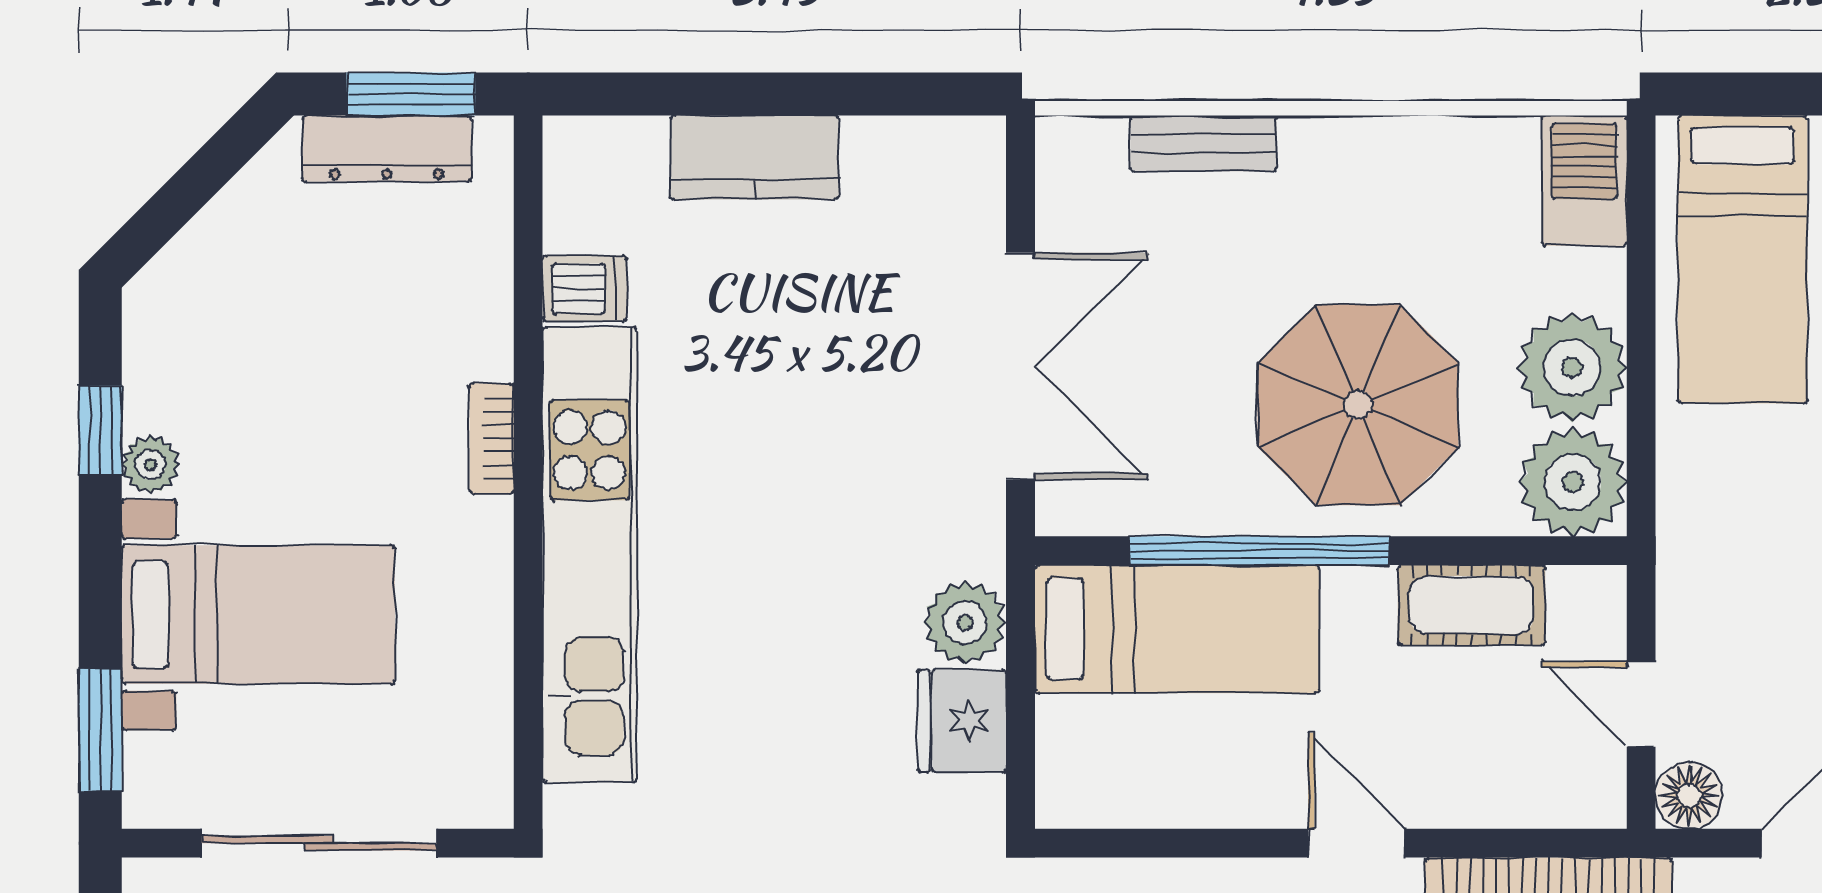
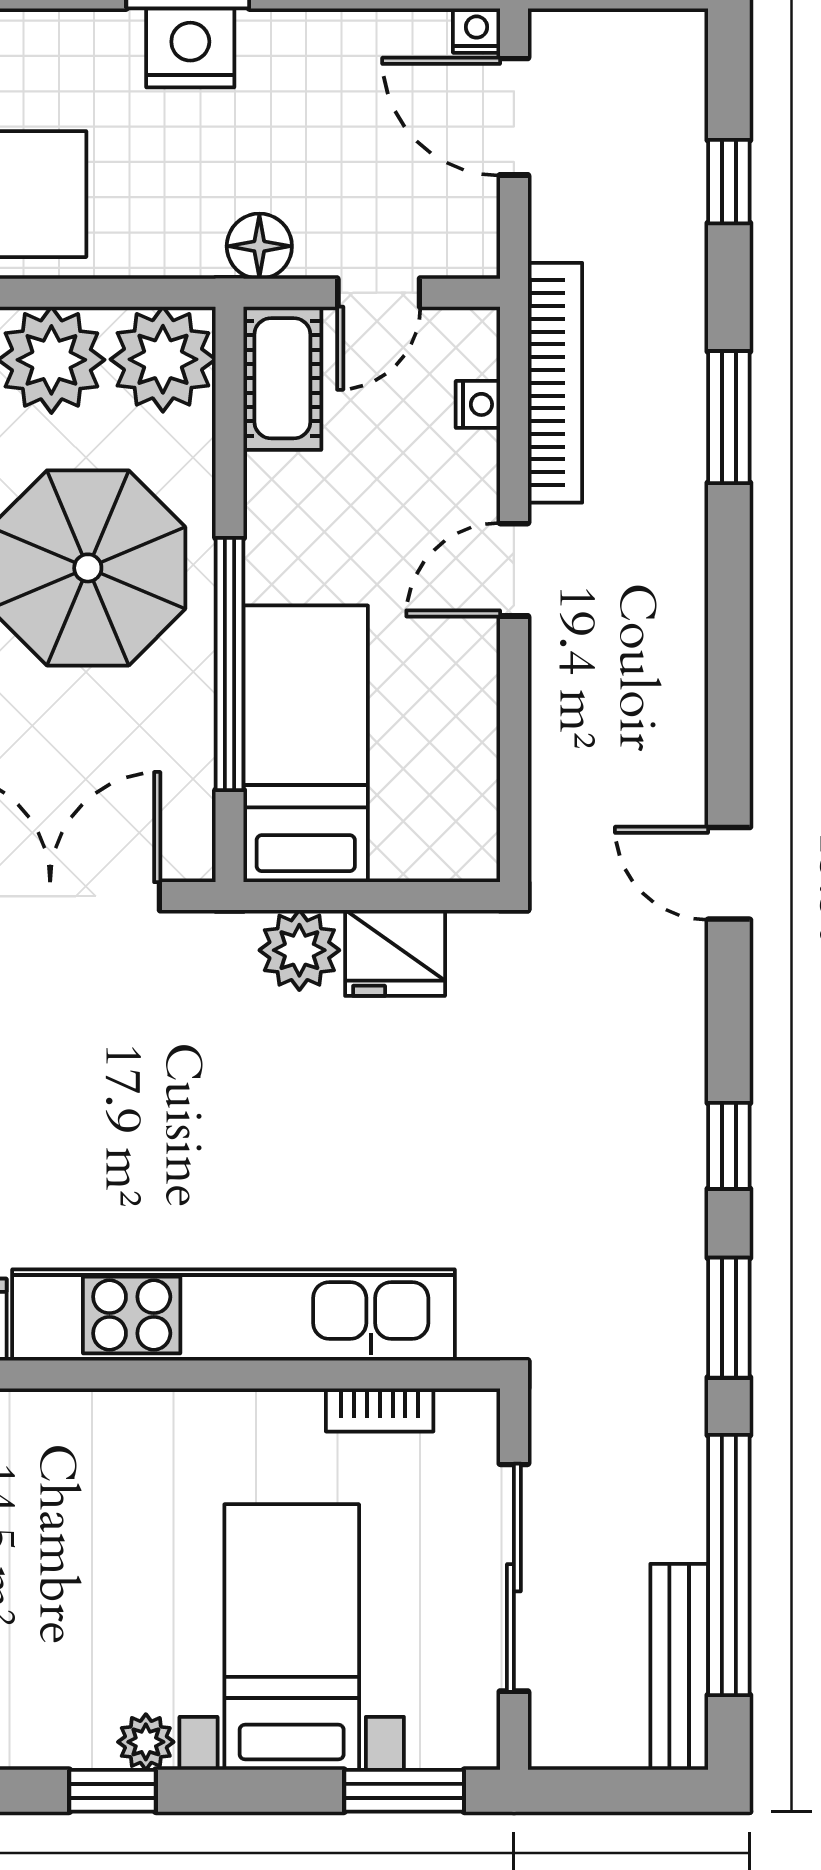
bookcase: (492, 439) -> (380, 1410), moved
cot: (1472, 605) -> (282, 378), moved
floor lamp: (1689, 795) -> (259, 246), moved
nightstand: (1526, 806) -> (478, 404), added

